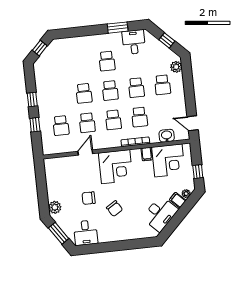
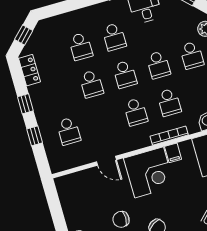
locker: (40, 75) -> (29, 70), added
school desk: (87, 123) -> (81, 46), moved
door: (85, 152) -> (106, 161), swing flipped
filing cabinet: (147, 154) -> (173, 153), moved

